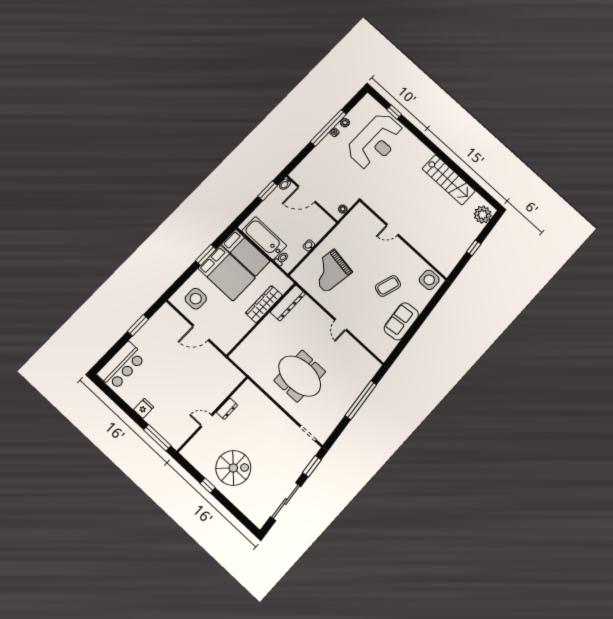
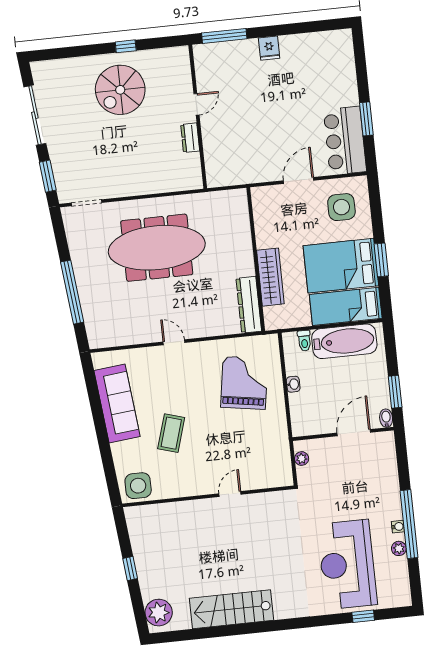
sofa: (401, 321) -> (117, 404), width x1.36
bar counter: (122, 366) -> (345, 141), moved
meeting table: (300, 376) -> (157, 248), width x1.36

